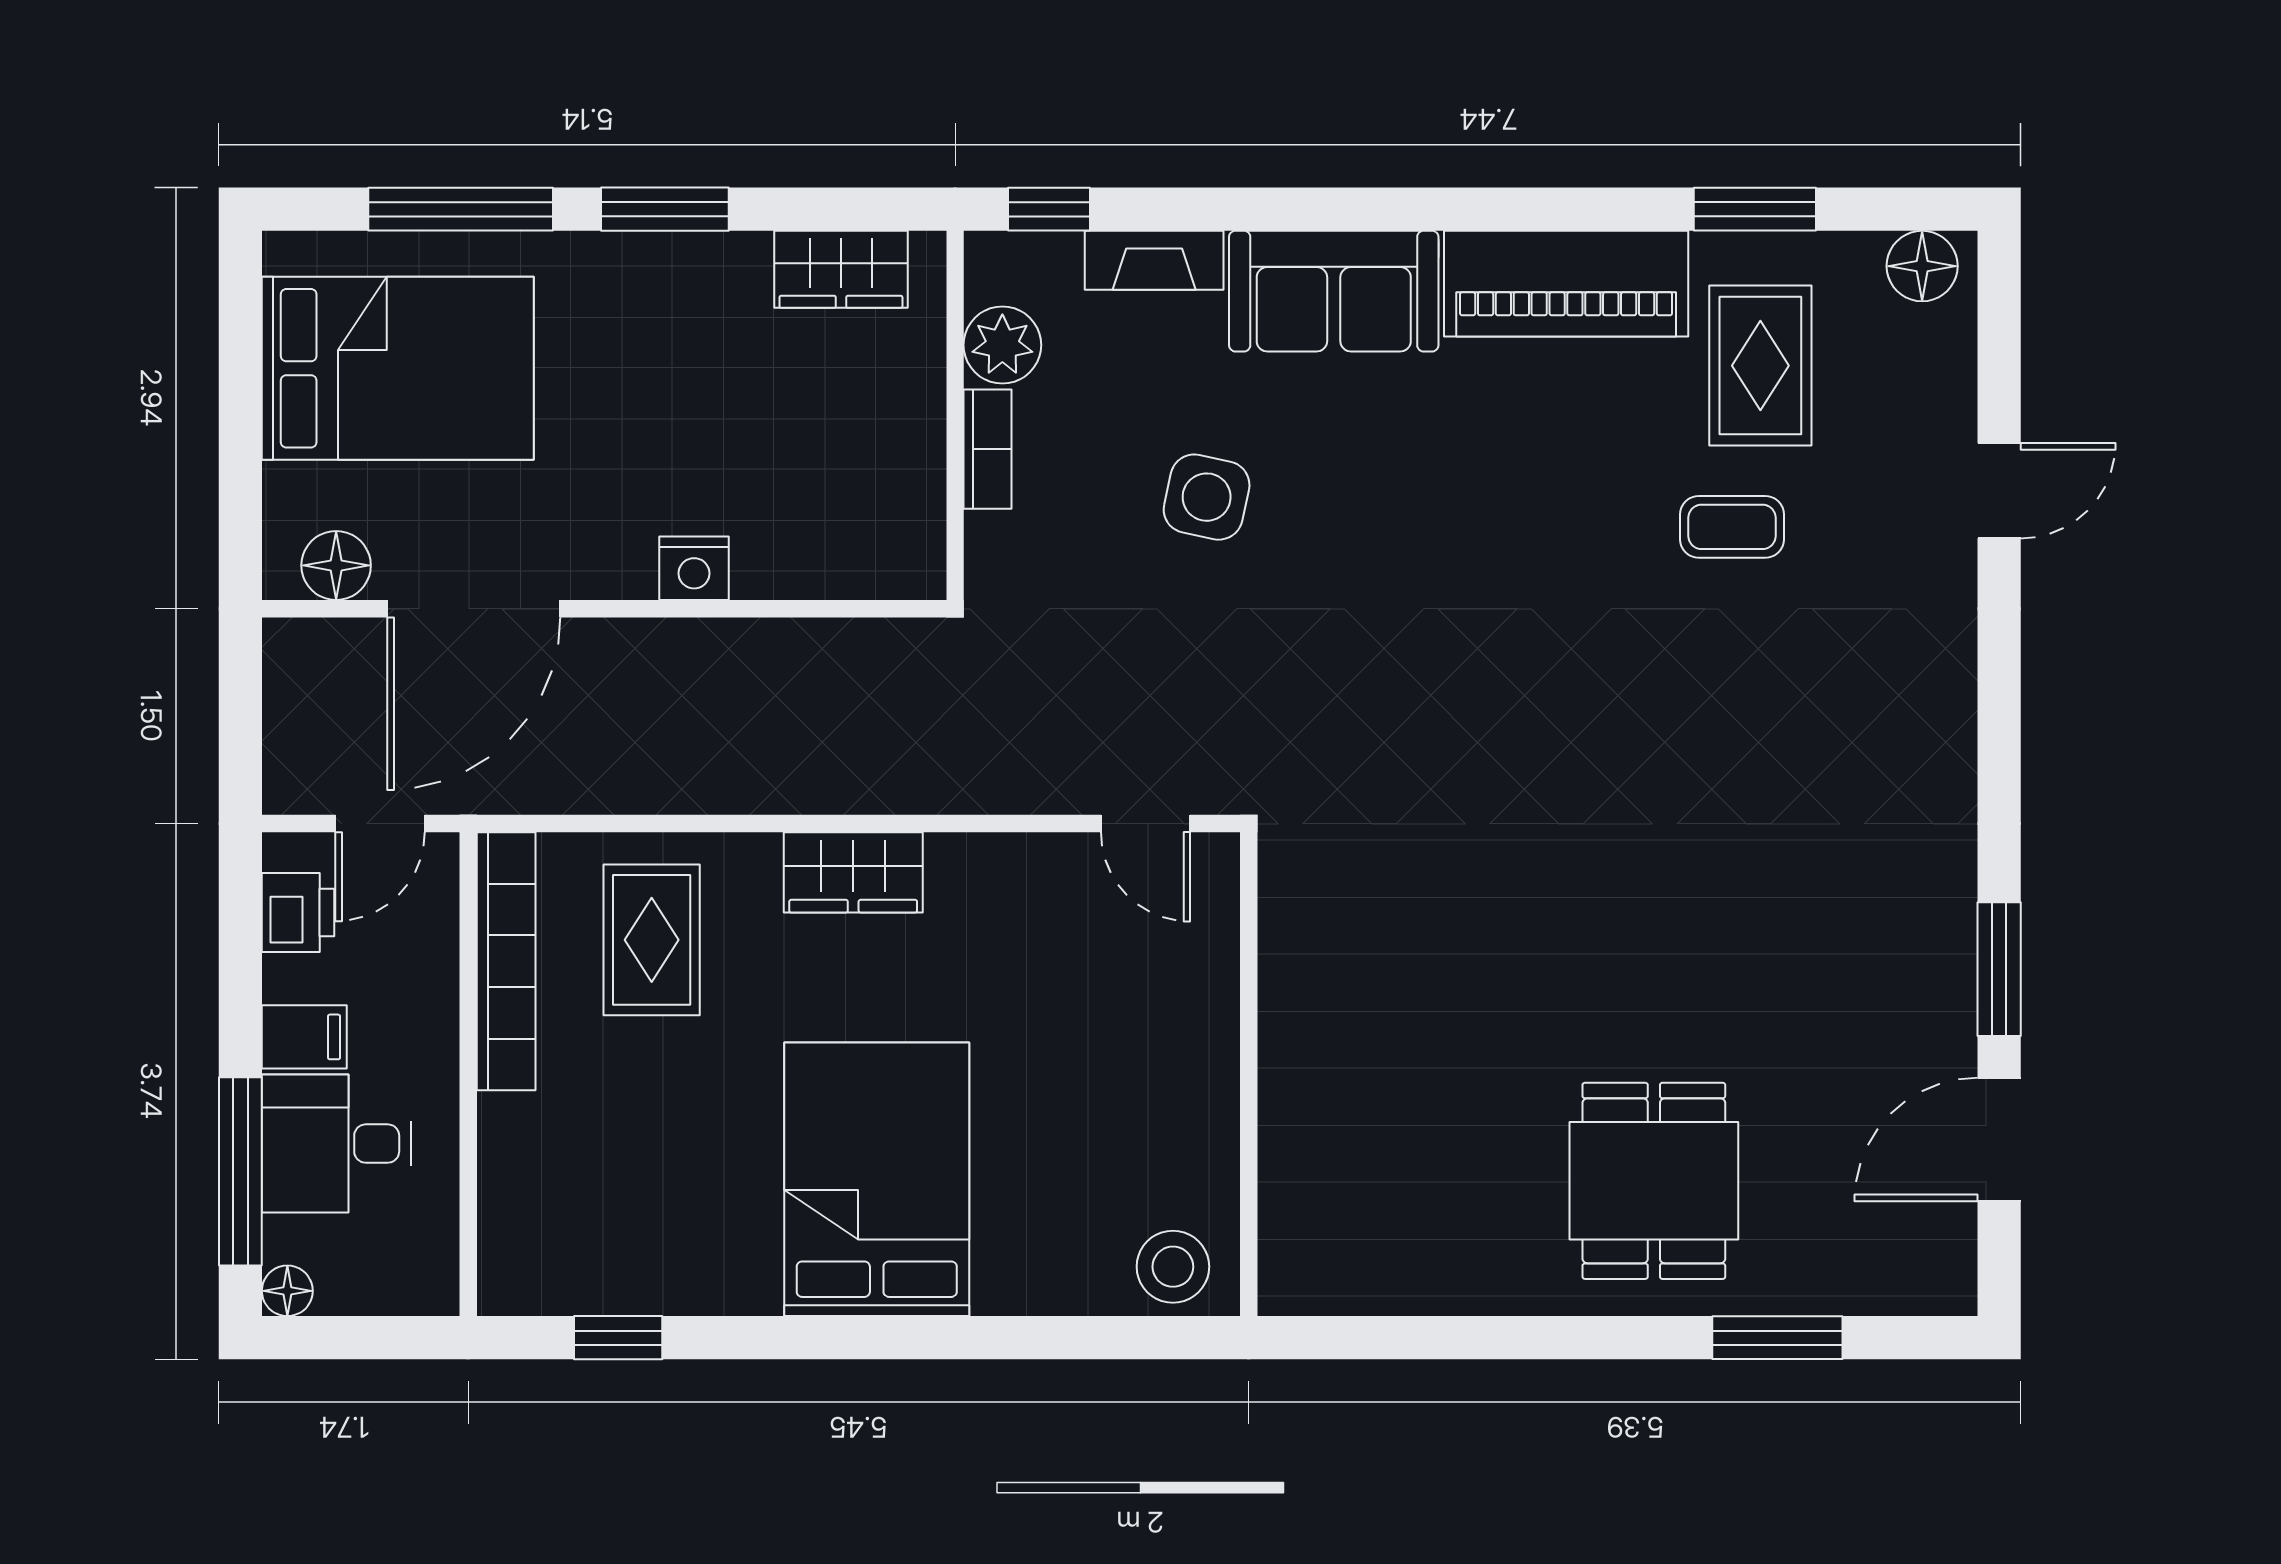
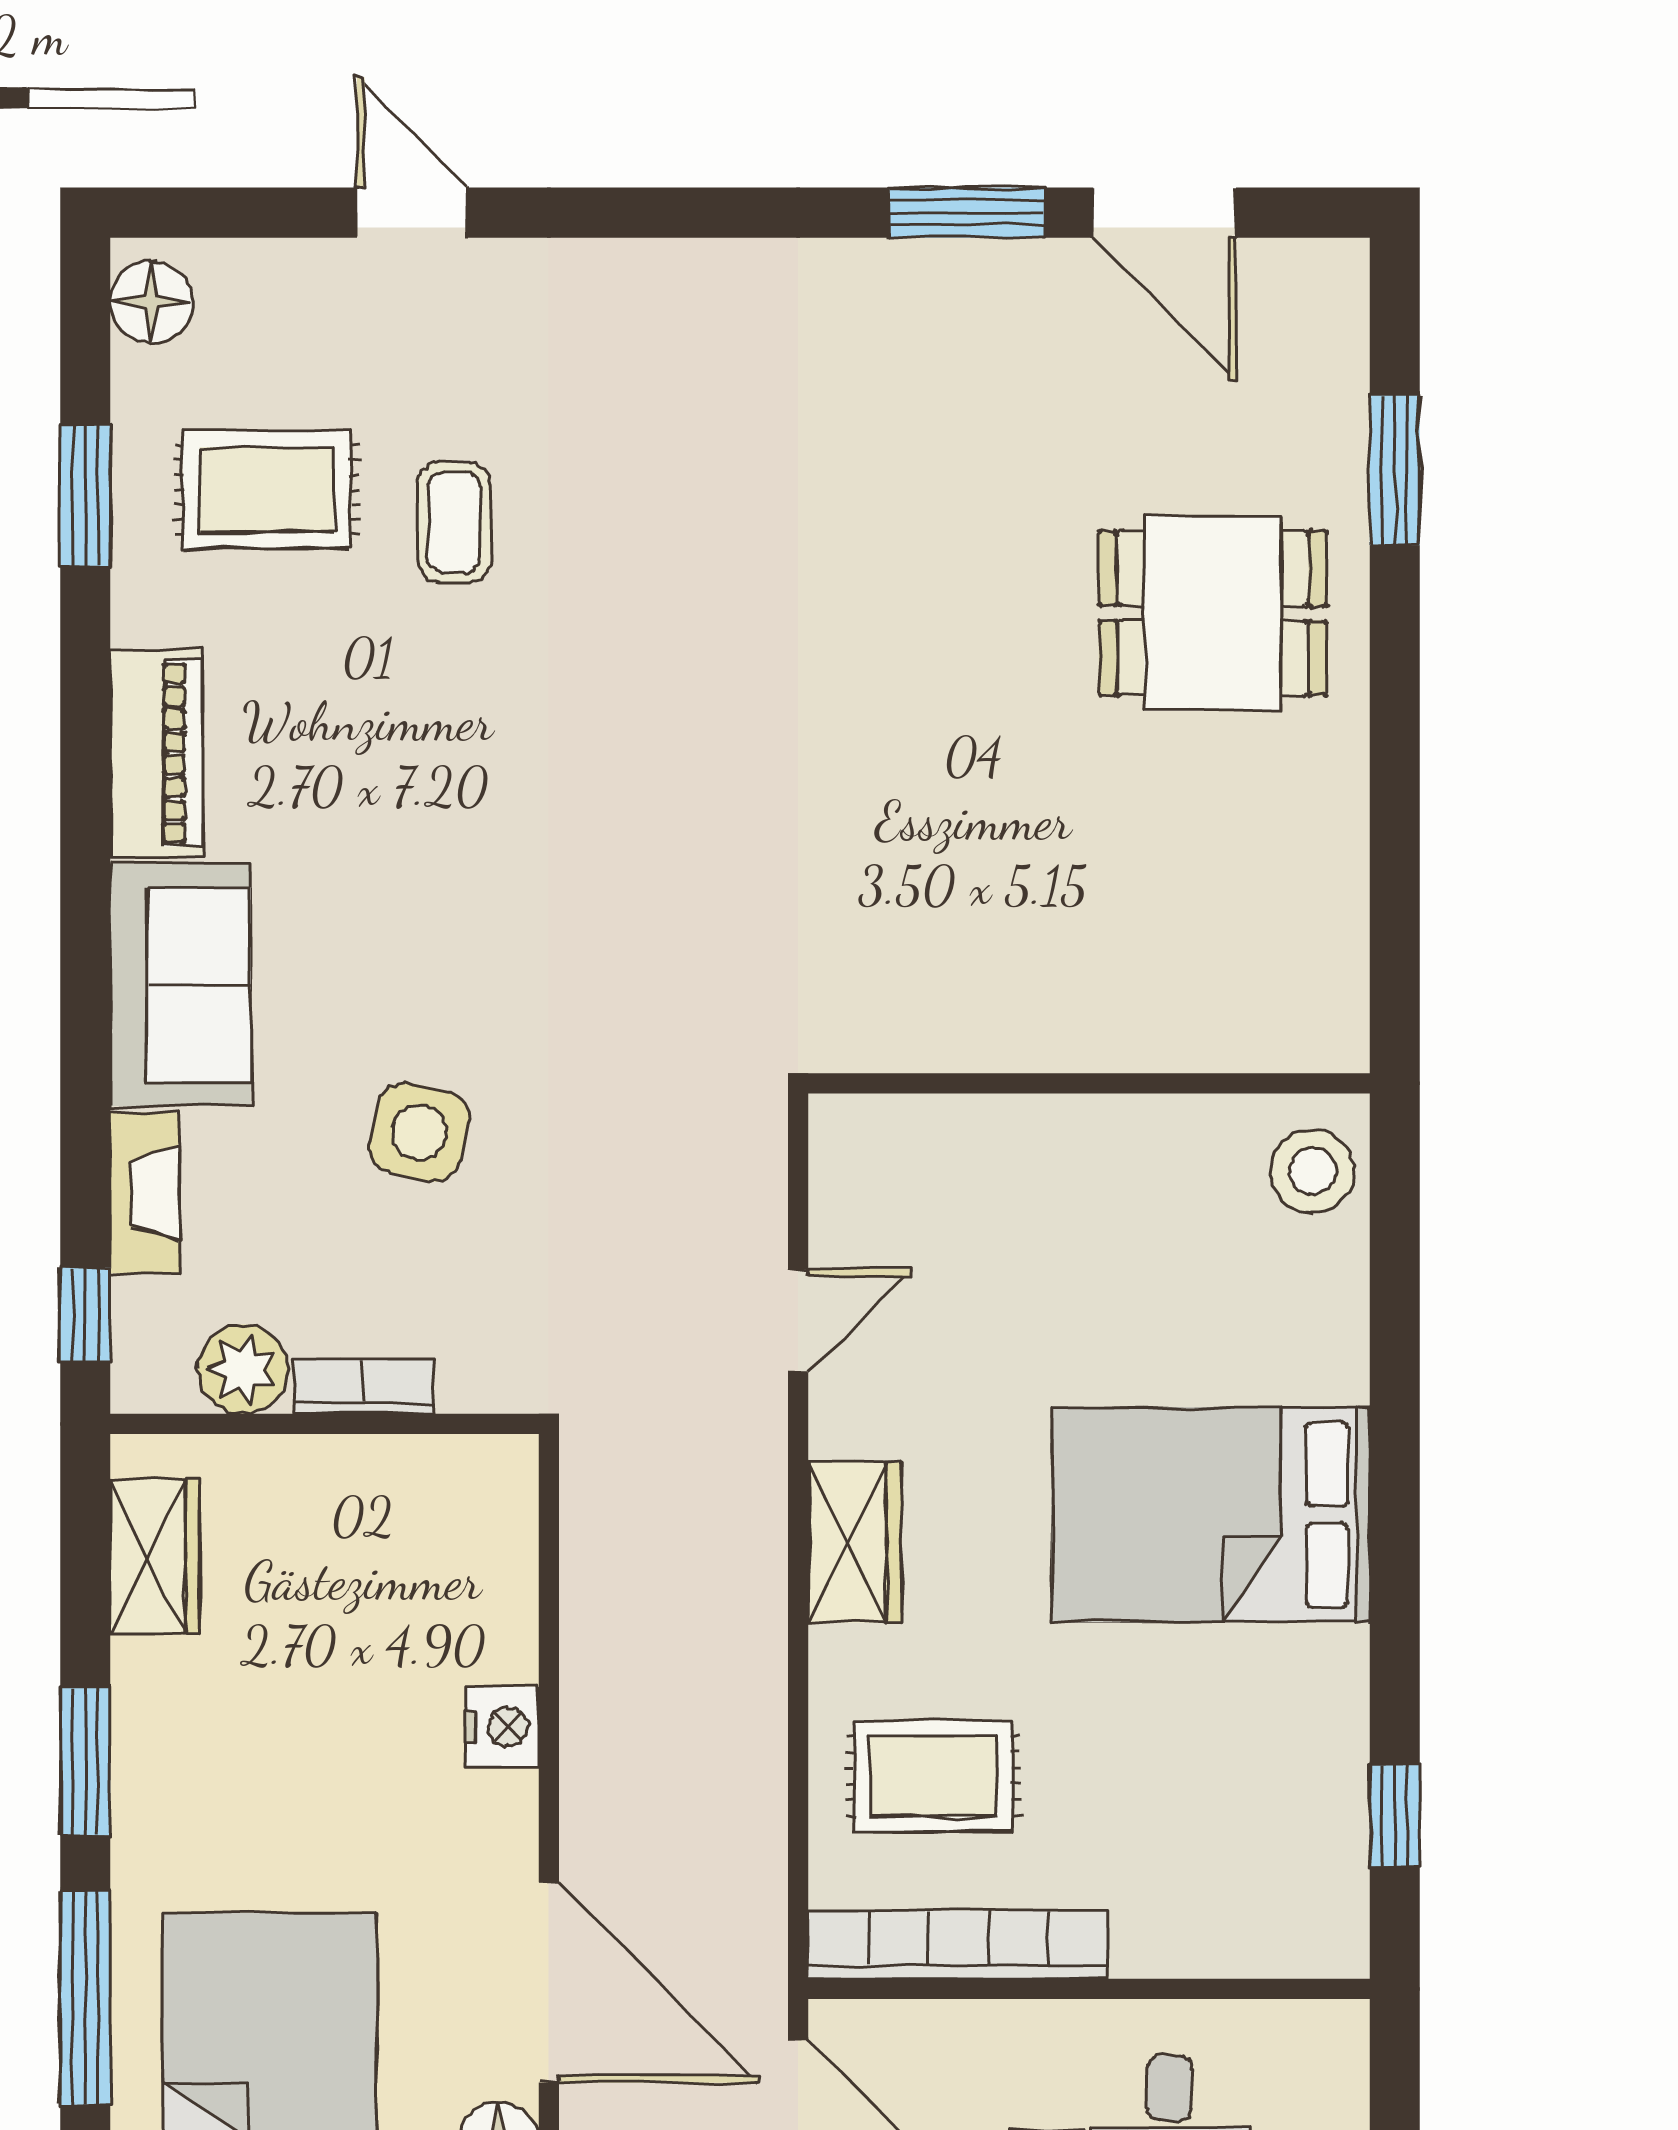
piano: (1566, 284) -> (157, 753), width x0.73, depth x0.75
door: (1145, 824) -> (798, 1321), moved

